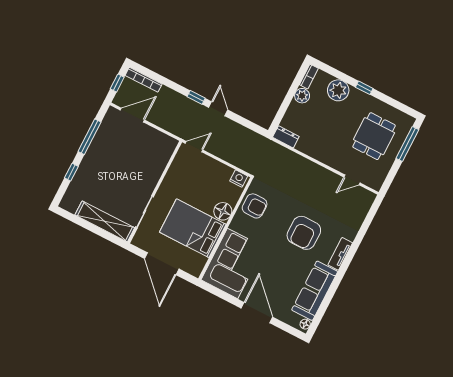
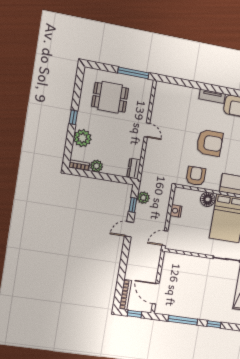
window: (196, 97) -> (133, 205), moved
plant: (249, 137) -> (143, 198), added
window: (407, 144) -> (133, 73), moved
door: (194, 147) -> (165, 238), hinge flipped
nightstand: (239, 178) -> (176, 211), moved
door: (352, 180) -> (147, 130), moved
armchair: (304, 233) -> (210, 143), moved

